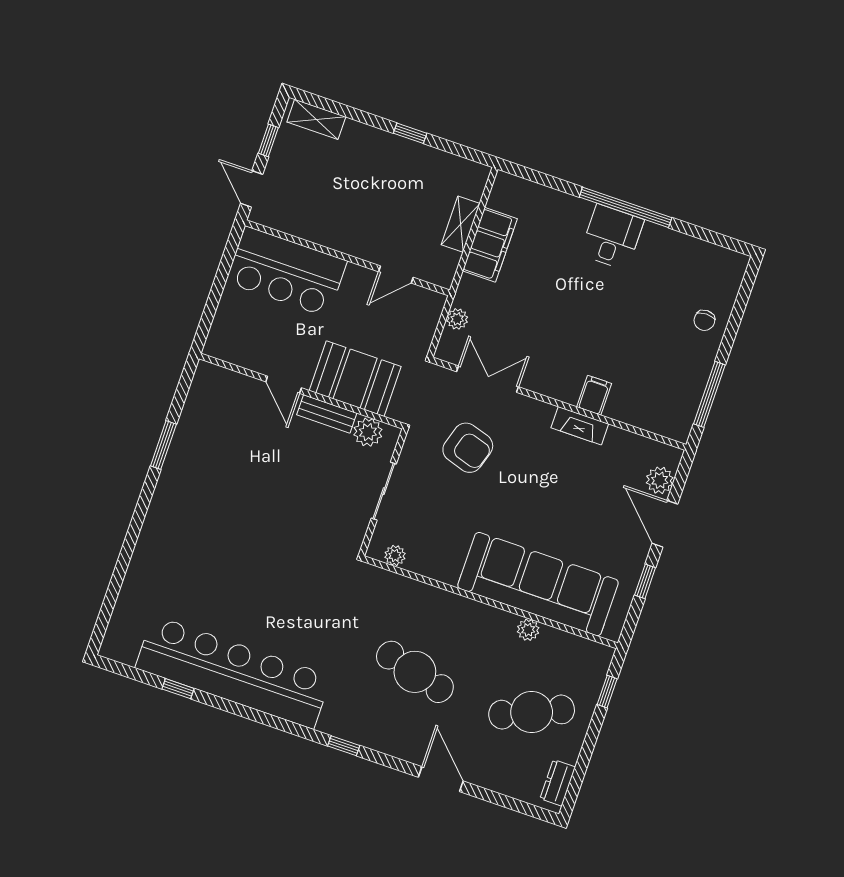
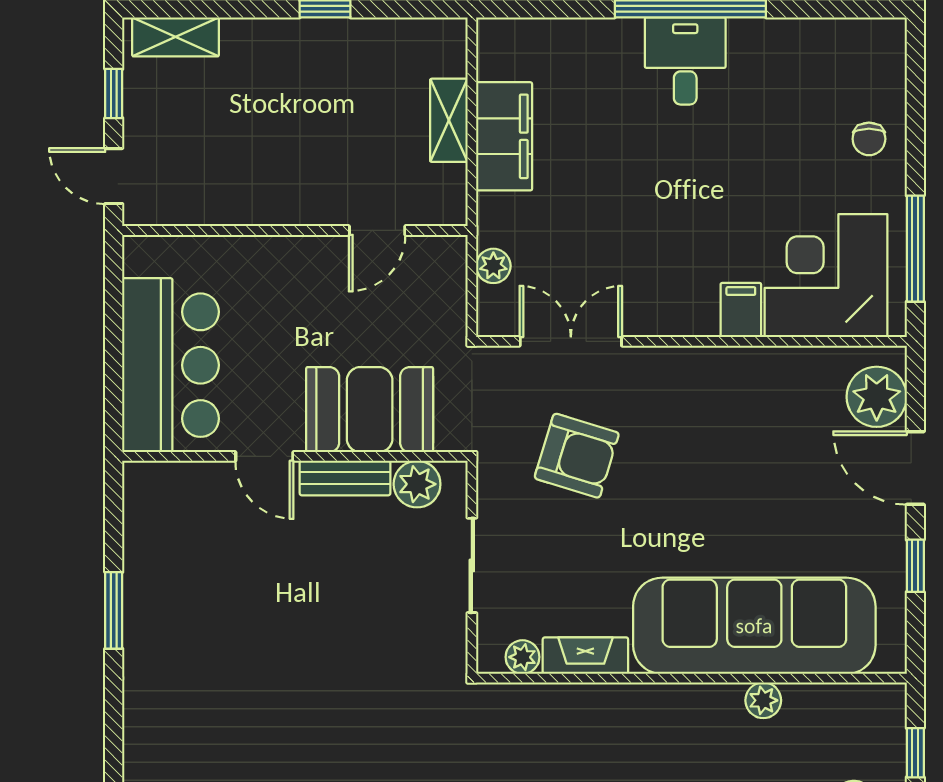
bar counter: (286, 272) -> (171, 365), moved, turned -90
corner desk: (651, 392) -> (826, 276), added
fireplace: (580, 426) -> (585, 656), moved, turned 180
plant: (660, 480) -> (877, 397), width x1.36, depth x1.36

